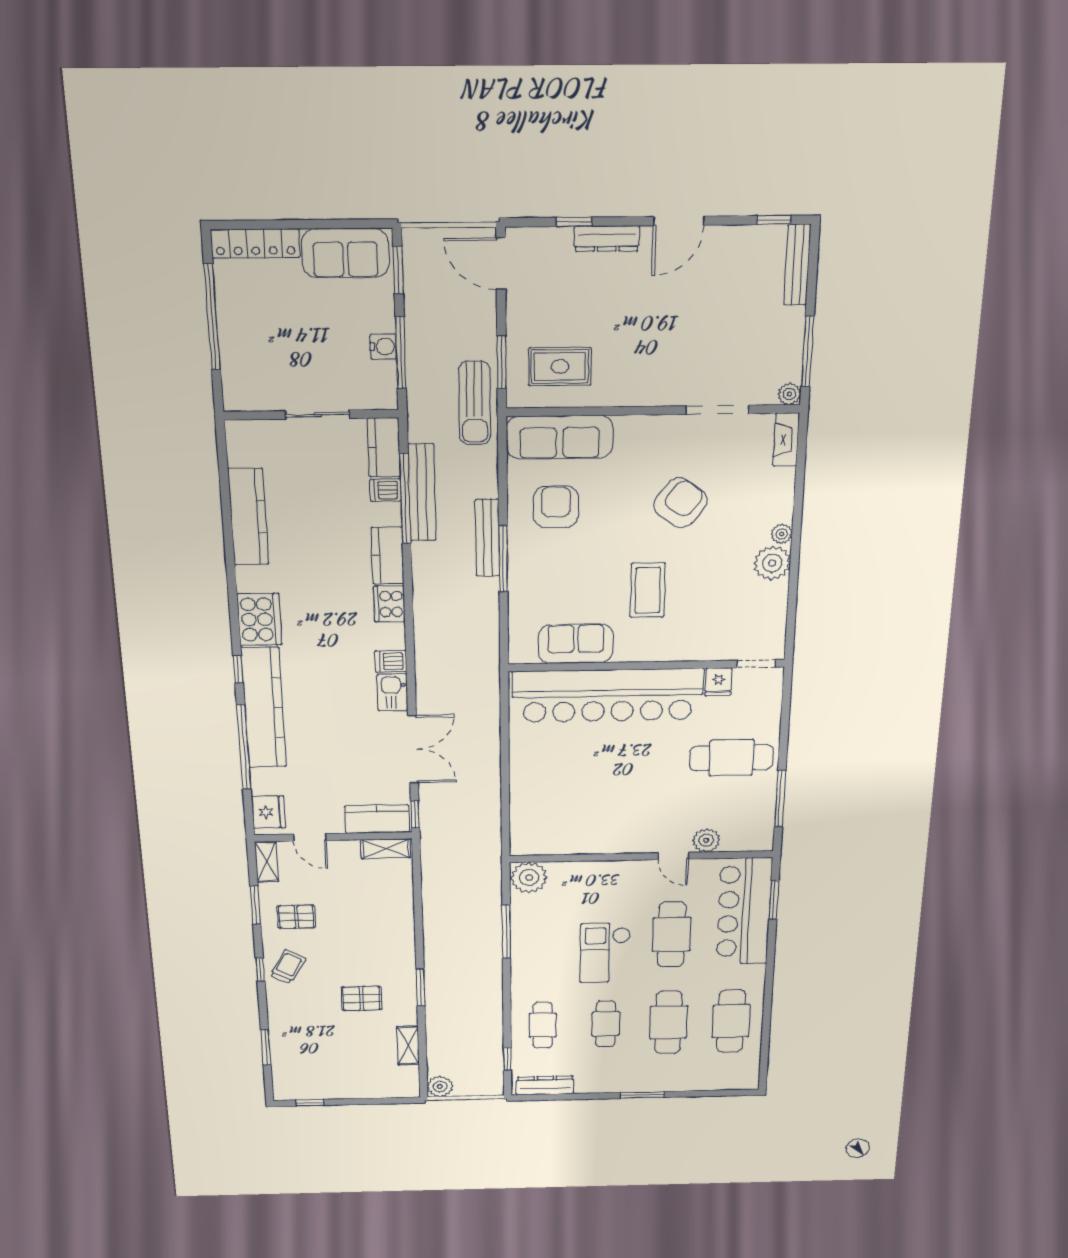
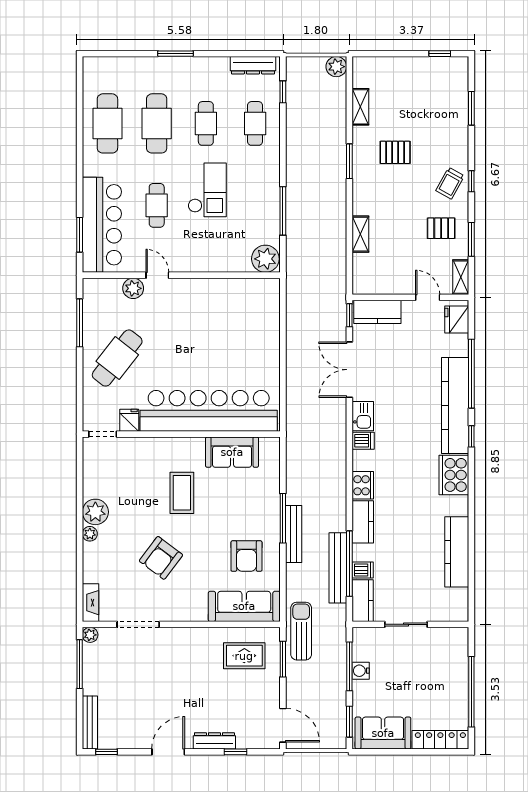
cafe table: (732, 758) -> (117, 358), turned -52
shelving: (386, 849) -> (360, 234), moved, turned 90
cafe table: (671, 934) -> (157, 205), width x0.73, depth x0.74

